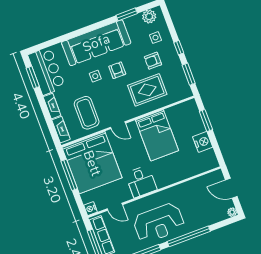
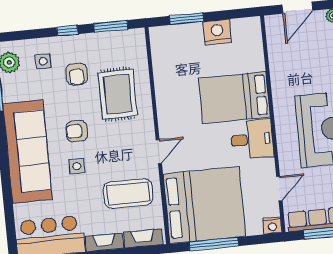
bed: (157, 135) -> (234, 98), moved, turned 180

